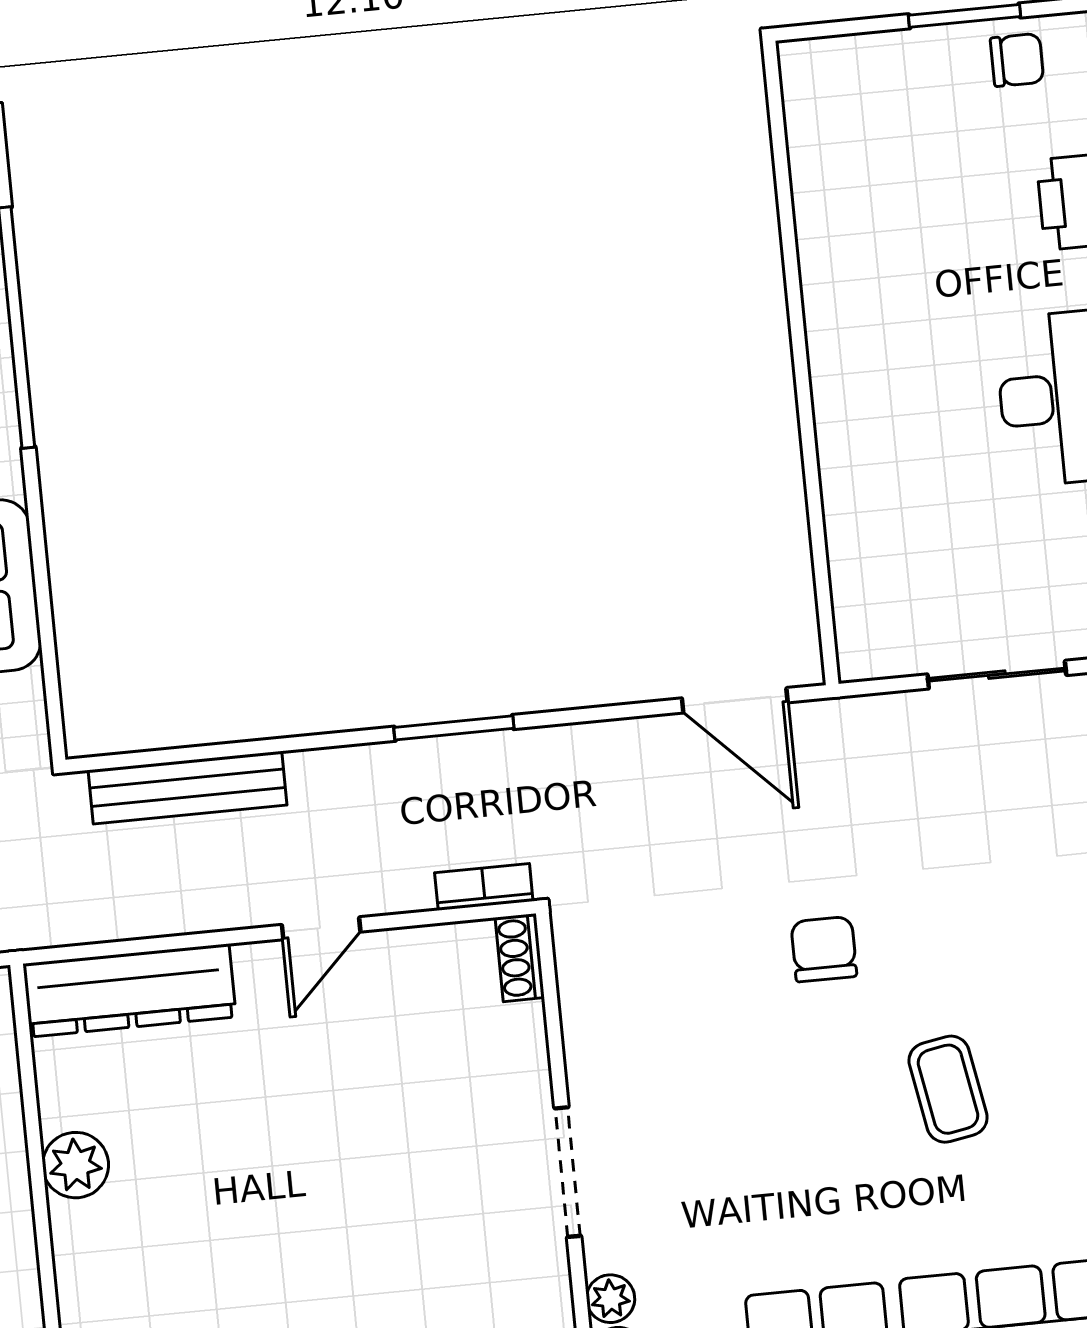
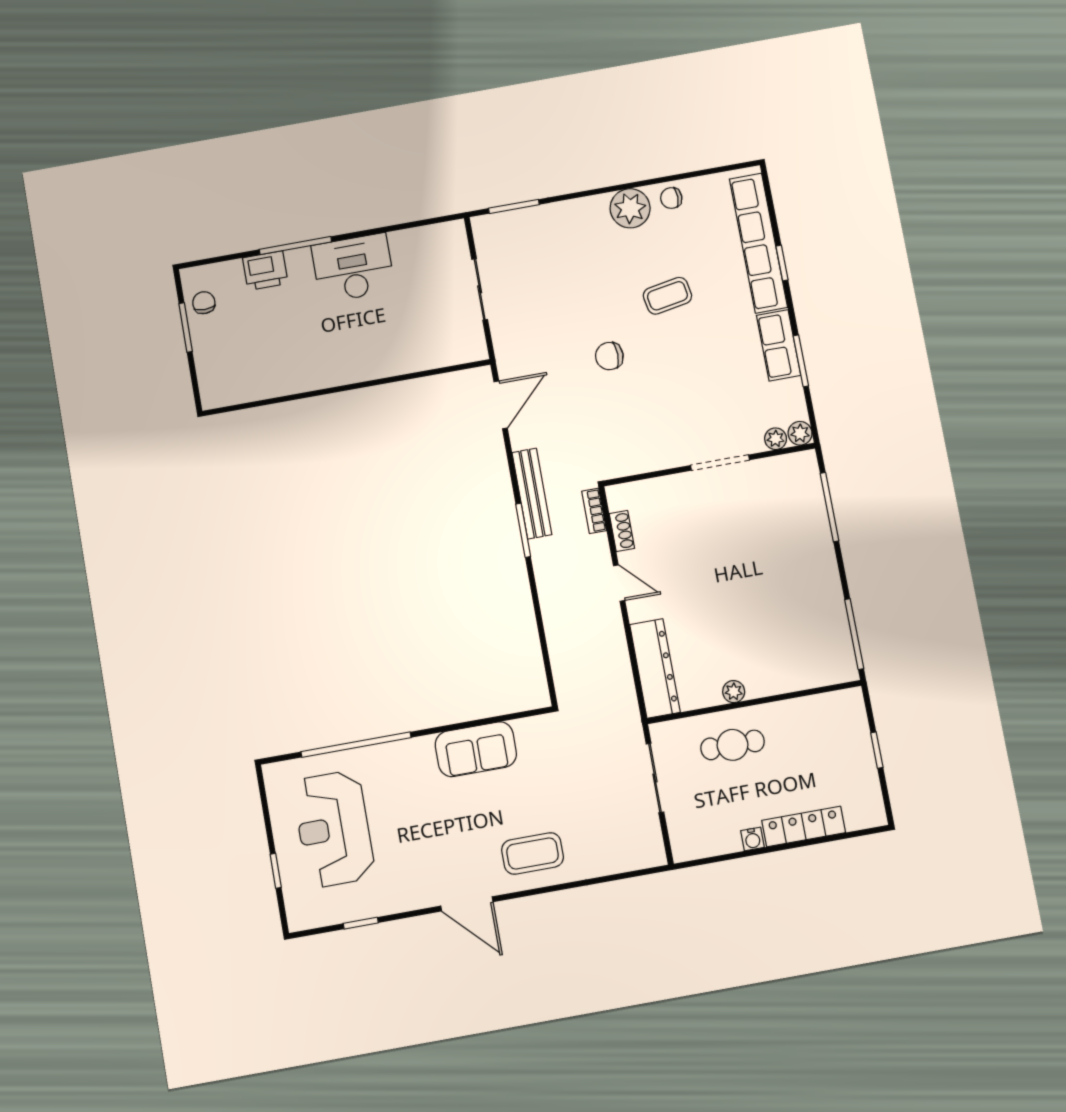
bench: (188, 788) -> (532, 494), moved
shoe rack: (520, 958) -> (622, 531), moved, turned -90
plant: (76, 1165) -> (734, 692), width x0.73, depth x0.73

